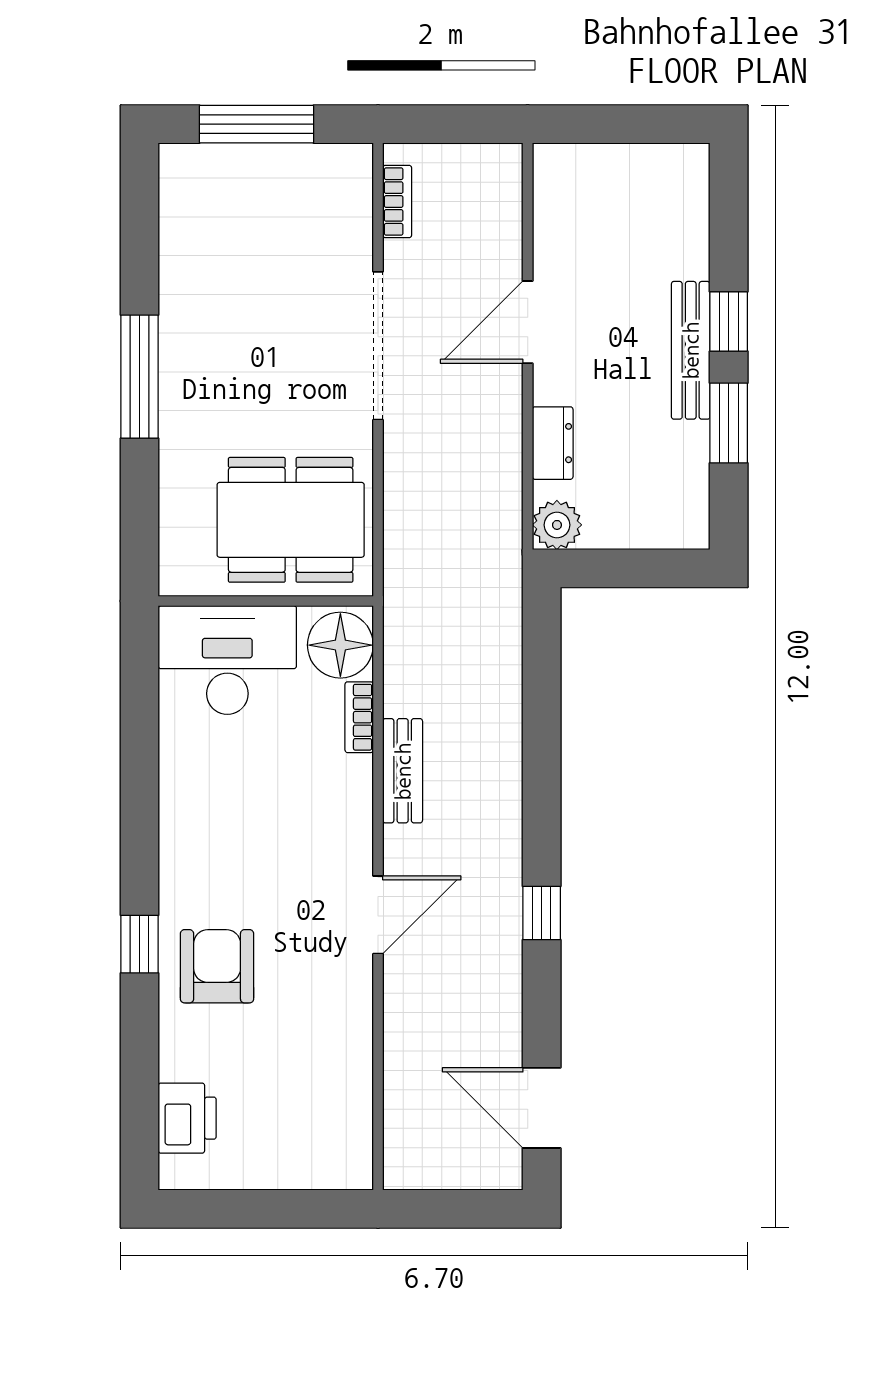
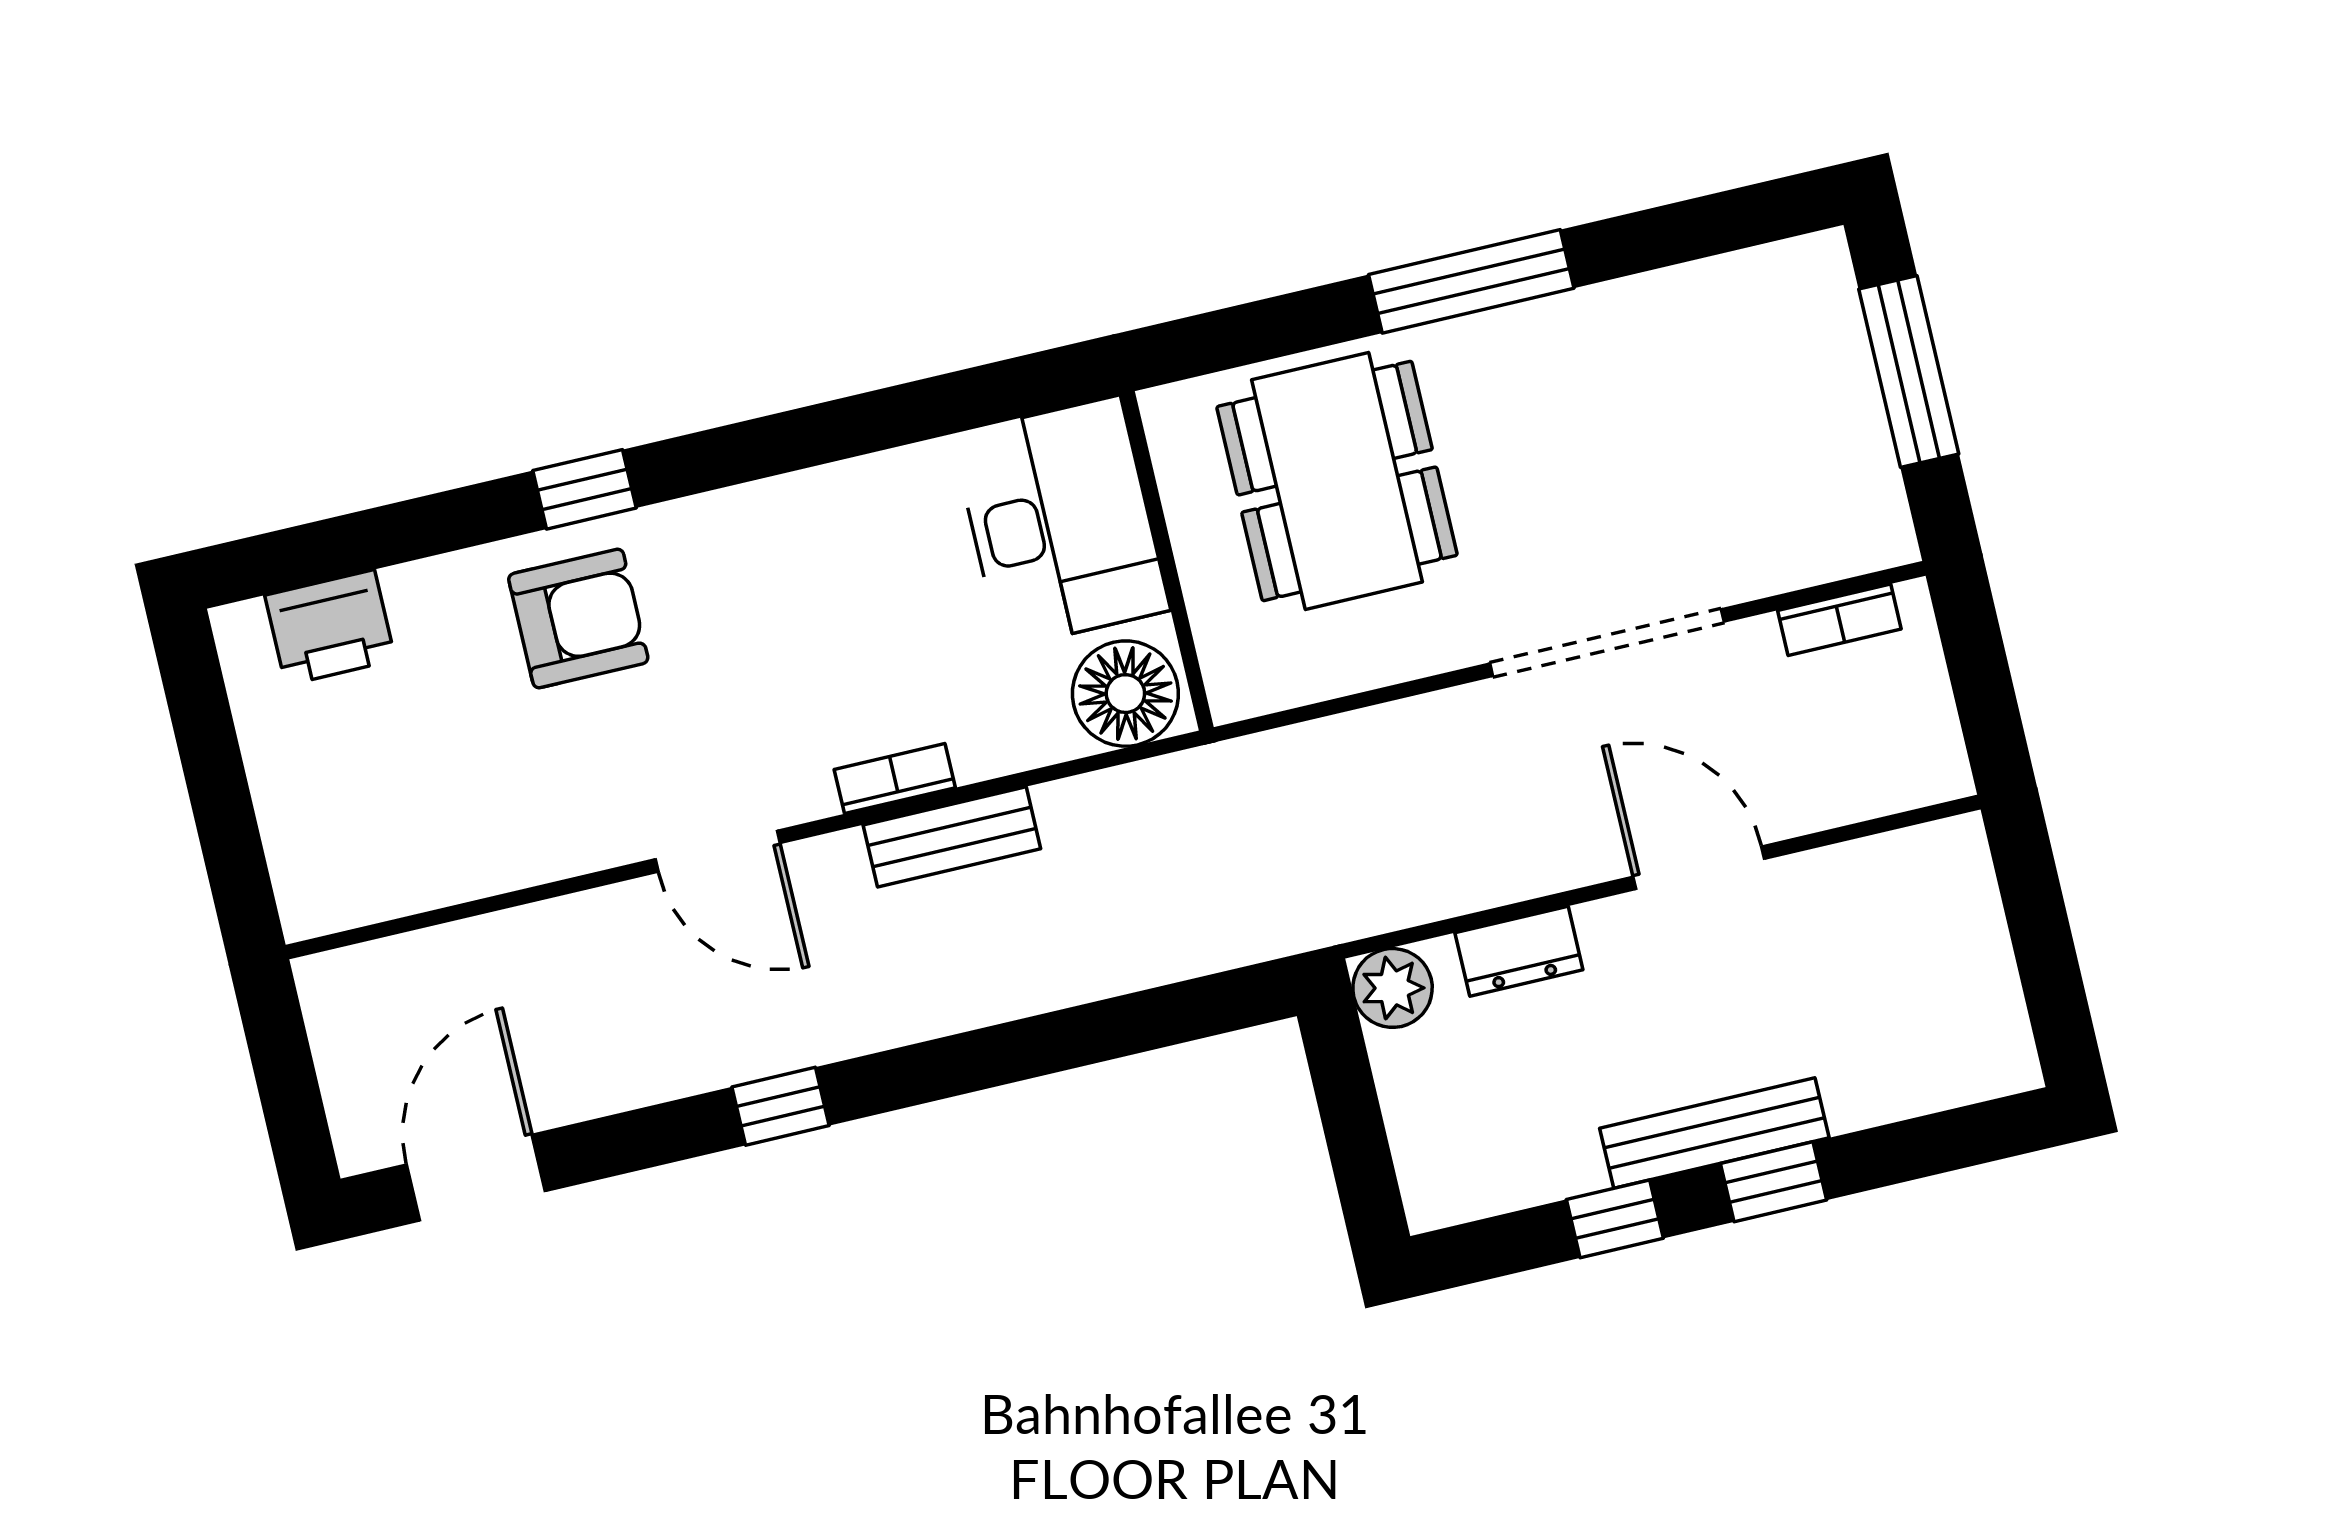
window: (729, 423) -> (1615, 1219), width x0.67
dining table: (291, 520) -> (1337, 481), moved
bookcase: (359, 717) -> (895, 779), moved

